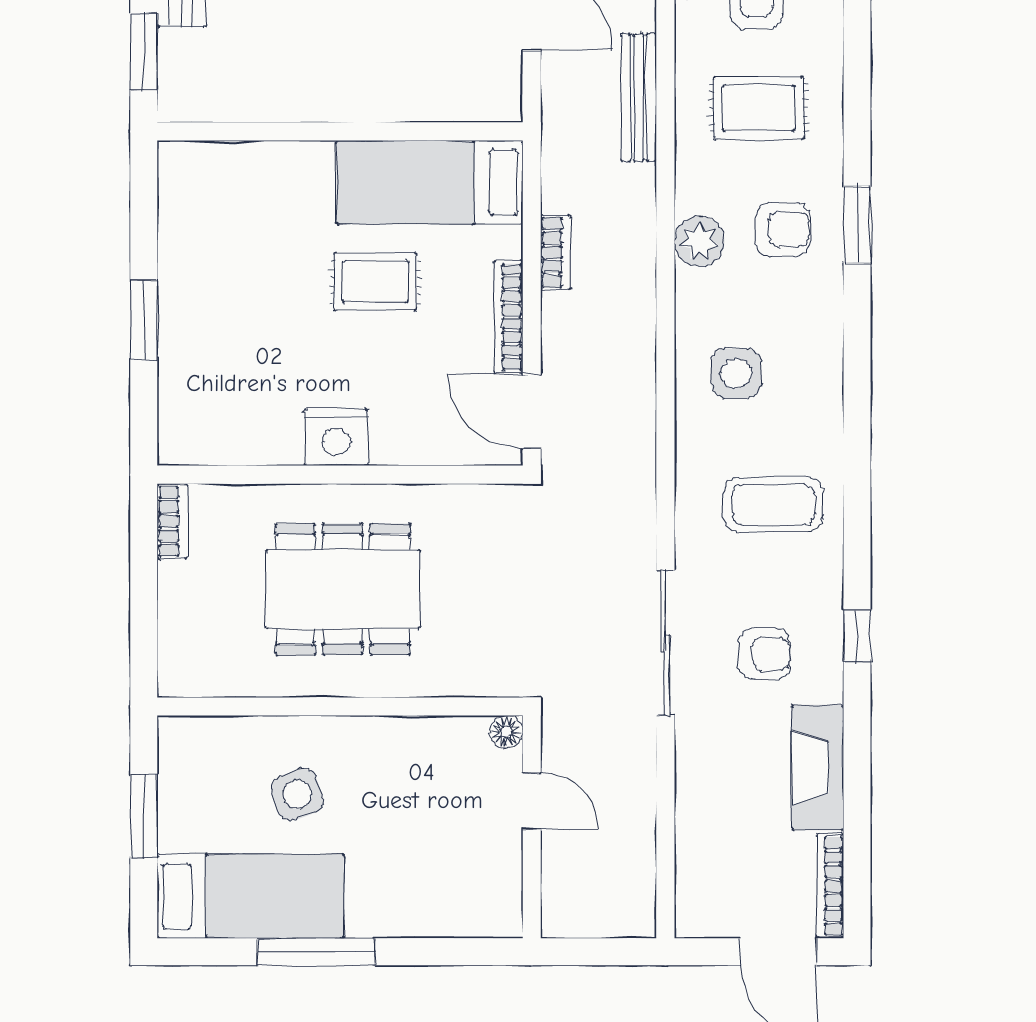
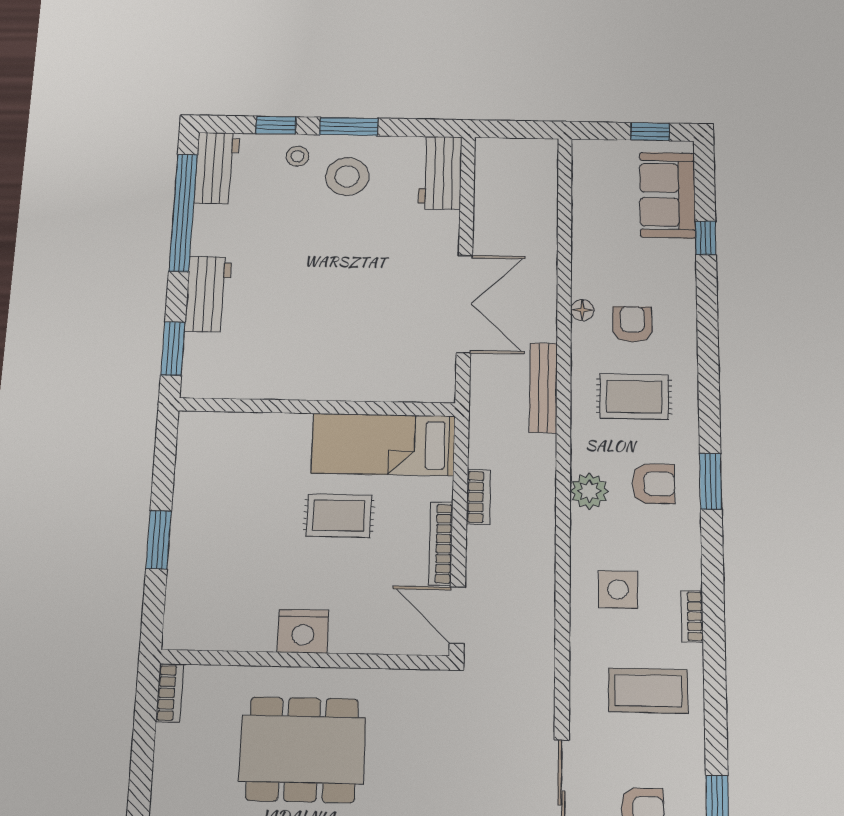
bookcase: (830, 407) -> (692, 616), added

